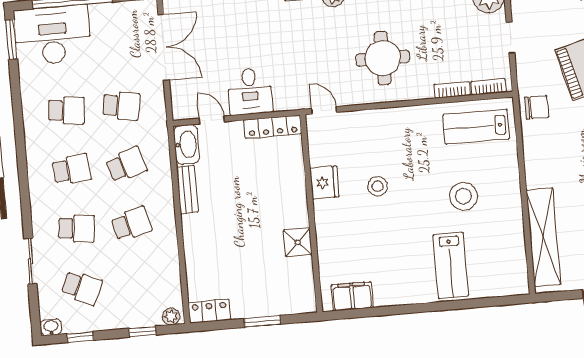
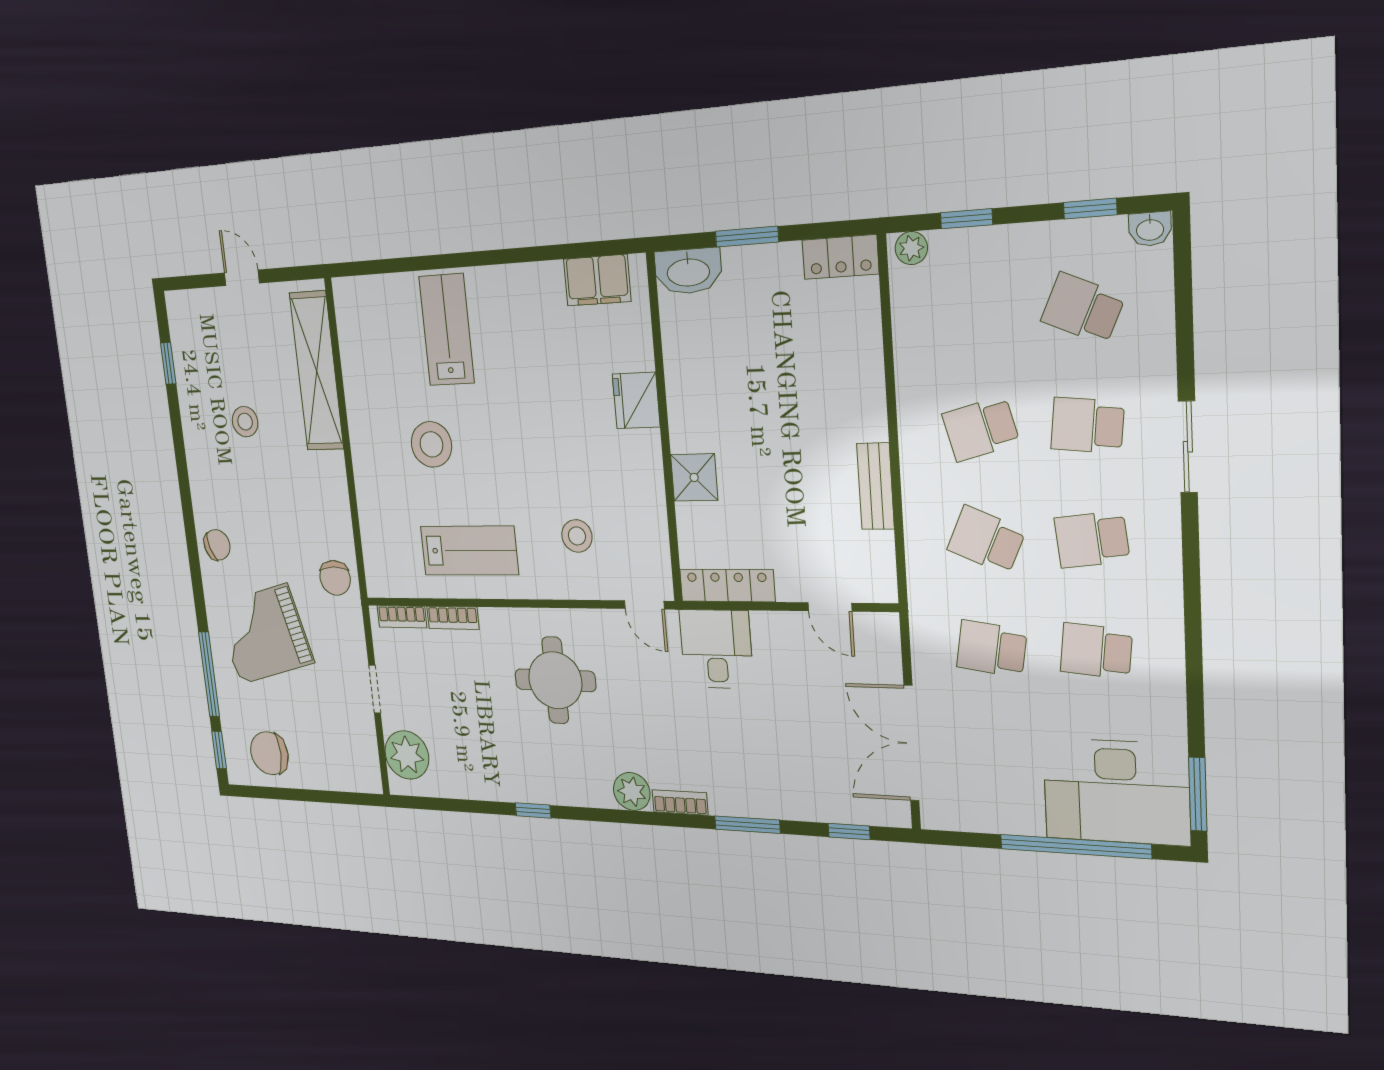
desk: (250, 91) -> (716, 649), moved
chair: (537, 107) -> (335, 578), turned -90
lab bench: (476, 127) -> (469, 551), moved
washbasin: (186, 145) -> (688, 271), moved, turned -90
school desk: (126, 165) -> (986, 540), turned 42
fridge: (324, 182) -> (636, 400), moved
stool: (378, 186) -> (577, 536), moved
shower: (298, 242) -> (694, 477), moved
sliding door: (30, 261) -> (1188, 447), moved

